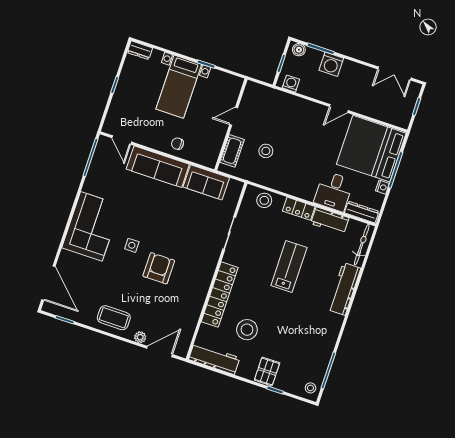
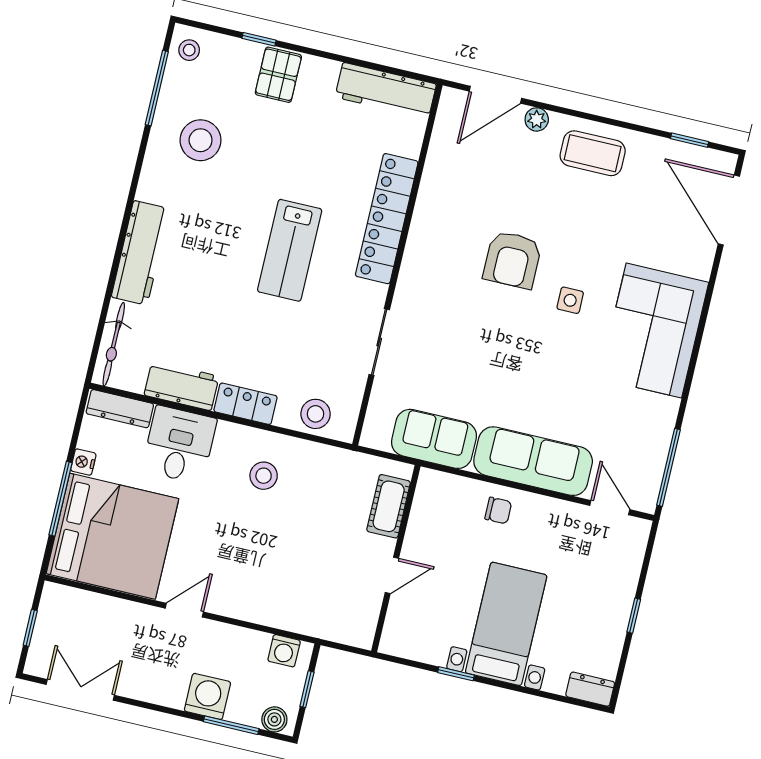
stool: (266, 151) -> (264, 476), moved
lab bench: (289, 267) -> (290, 250), moved
stool: (247, 330) -> (201, 140), moved

